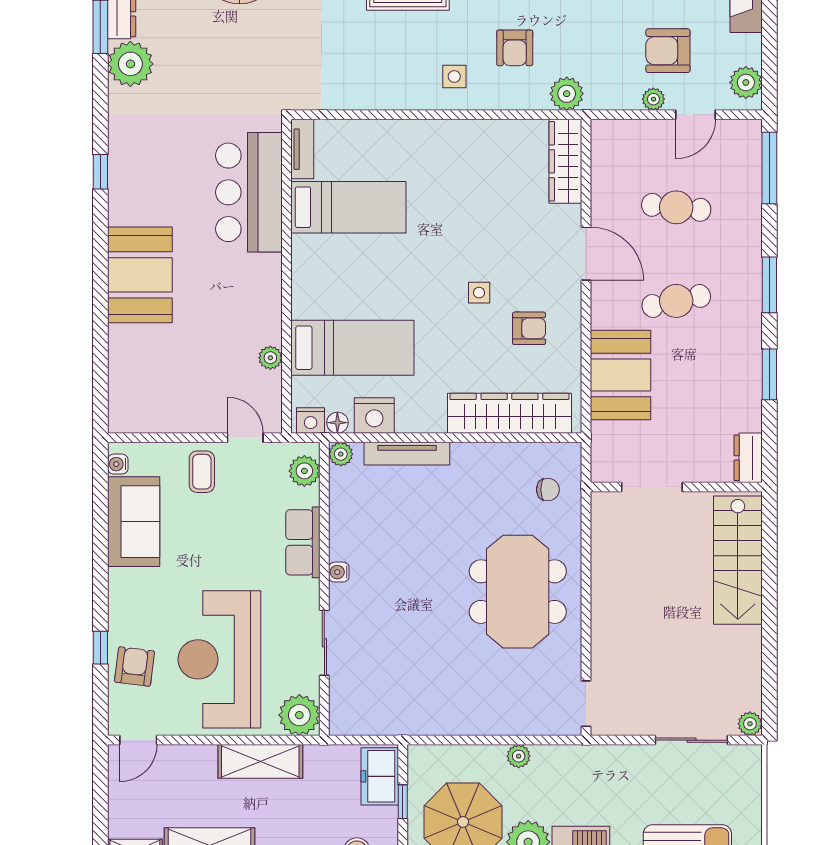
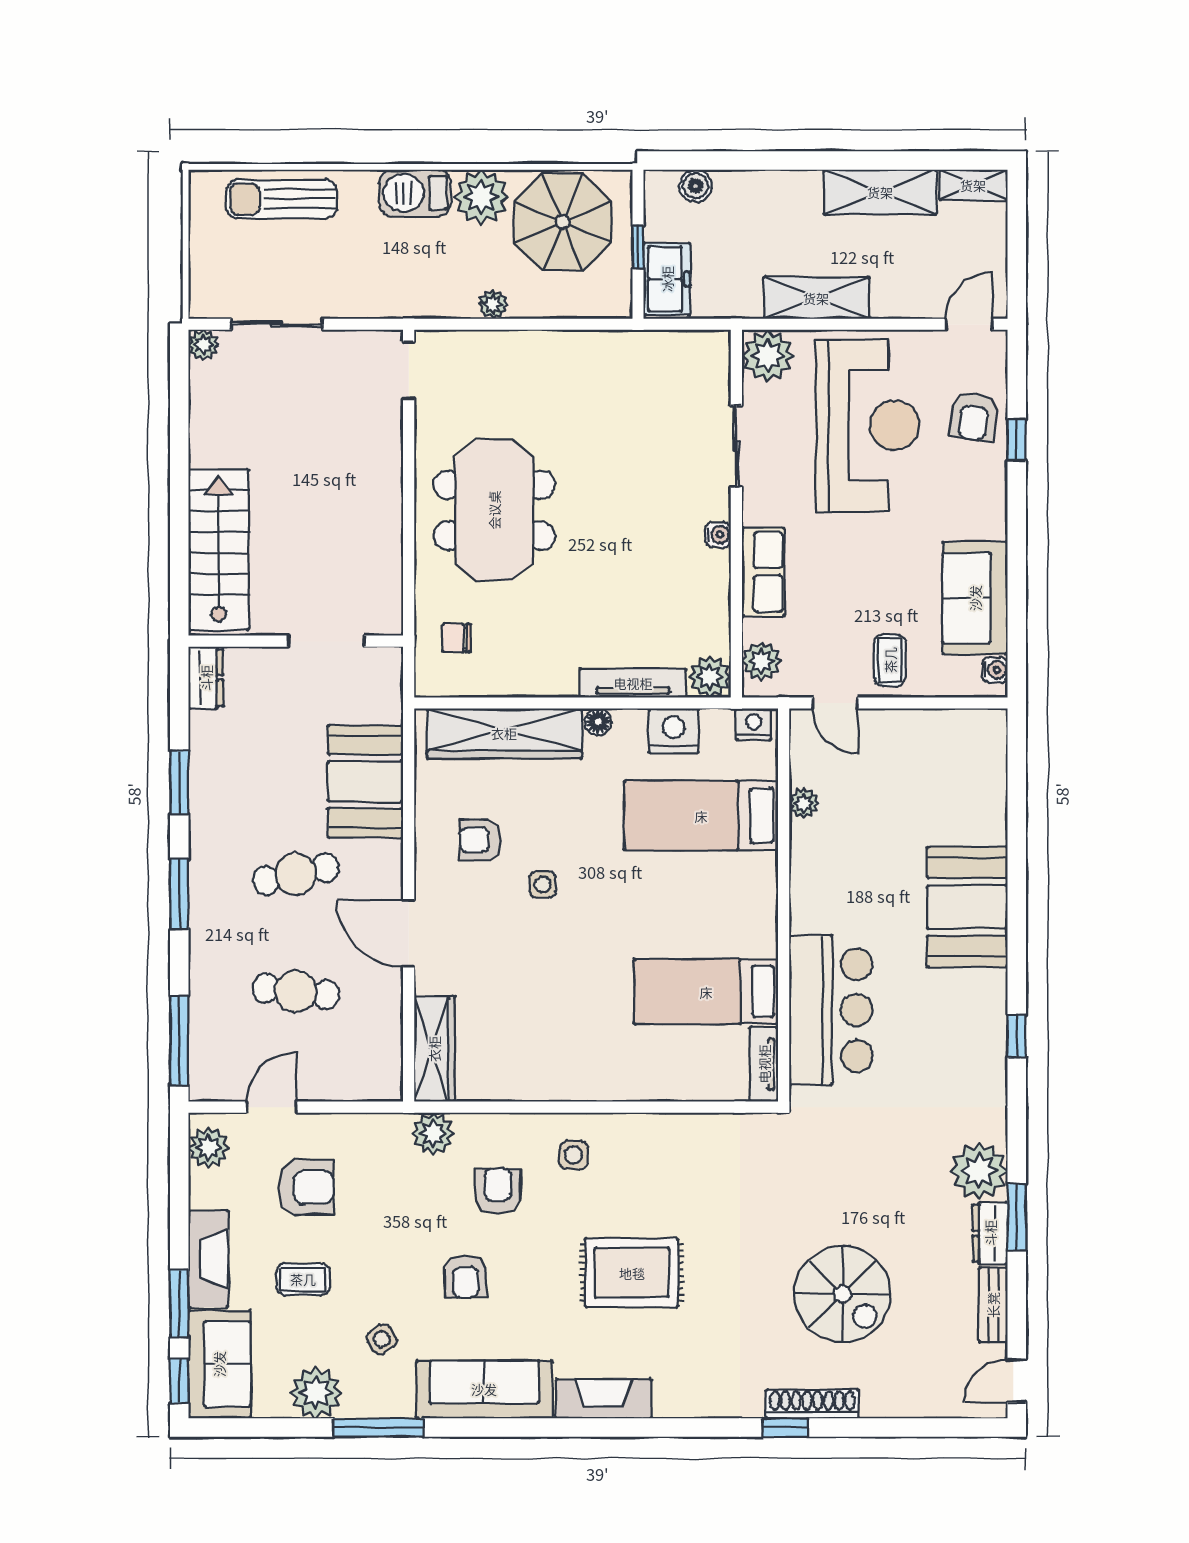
plant: (653, 99) -> (324, 1127), removed
floor lamp: (337, 423) -> (598, 722), moved
plant: (341, 454) -> (710, 677), width x1.38, depth x1.38

